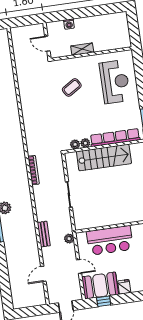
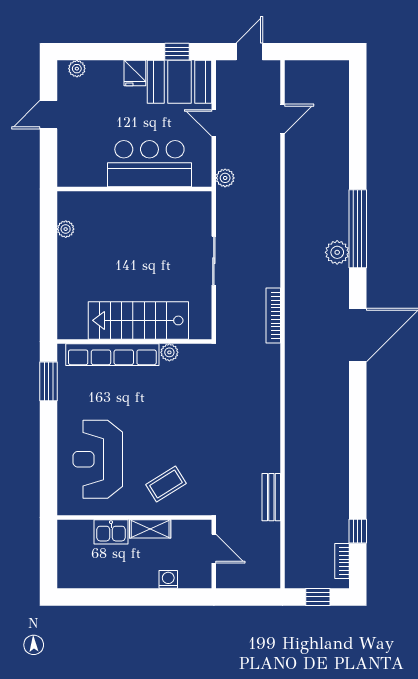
kitchen sink: (102, 45) -> (111, 532), added
coffee table: (72, 87) -> (166, 484), moved
plant: (75, 144) -> (189, 353), removed
bench: (44, 234) -> (271, 497), moved

